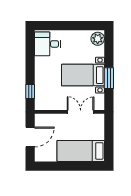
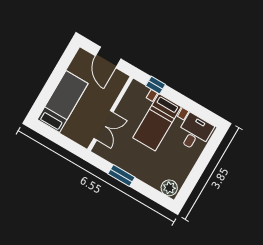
bed with nightstands: (83, 75) -> (157, 122), moved, turned 180

